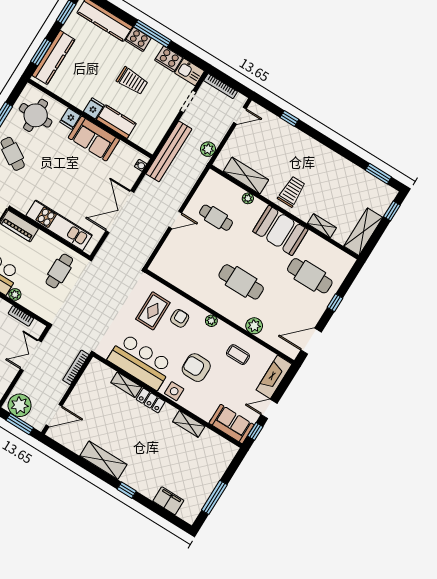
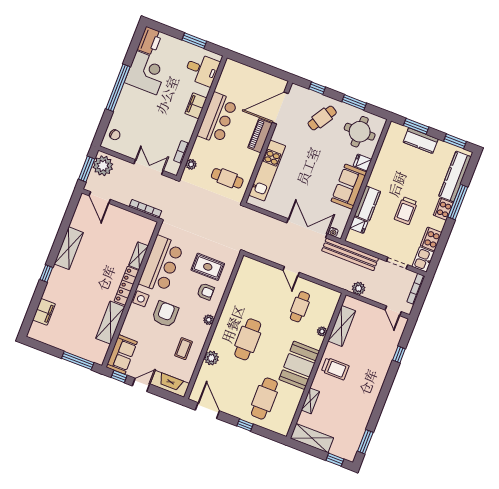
window: (153, 34) -> (458, 202), moved
kitchen counter: (53, 57) -> (421, 141), width x0.67
fridge: (94, 108) -> (359, 225), moved
double door: (120, 212) -> (307, 228), moved
plant: (15, 294) -> (191, 164), moved
locker: (151, 401) -> (127, 286), width x1.53
door: (269, 409) -> (141, 385), hinge flipped
shelving: (189, 424) -> (110, 323), width x1.50, depth x1.33
window: (214, 497) -> (78, 361), moved

